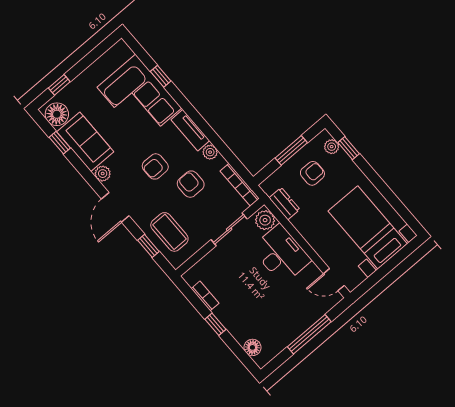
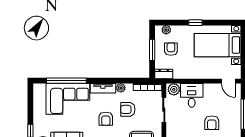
window: (161, 76) -> (66, 81), width x3.17
window: (349, 148) -> (195, 23), moved
dresser: (284, 204) -> (164, 74), moved
desk: (281, 254) -> (192, 95), width x0.73
door: (334, 280) -> (228, 81), hinge flipped
armchair: (264, 304) -> (212, 123), added

